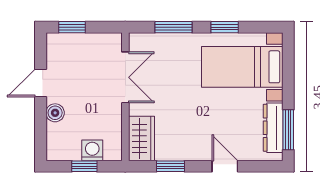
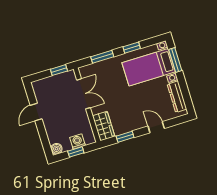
window: (72, 27) -> (59, 70), moved
boiler: (55, 113) -> (56, 149), moved
window: (288, 130) -> (175, 60), moved

